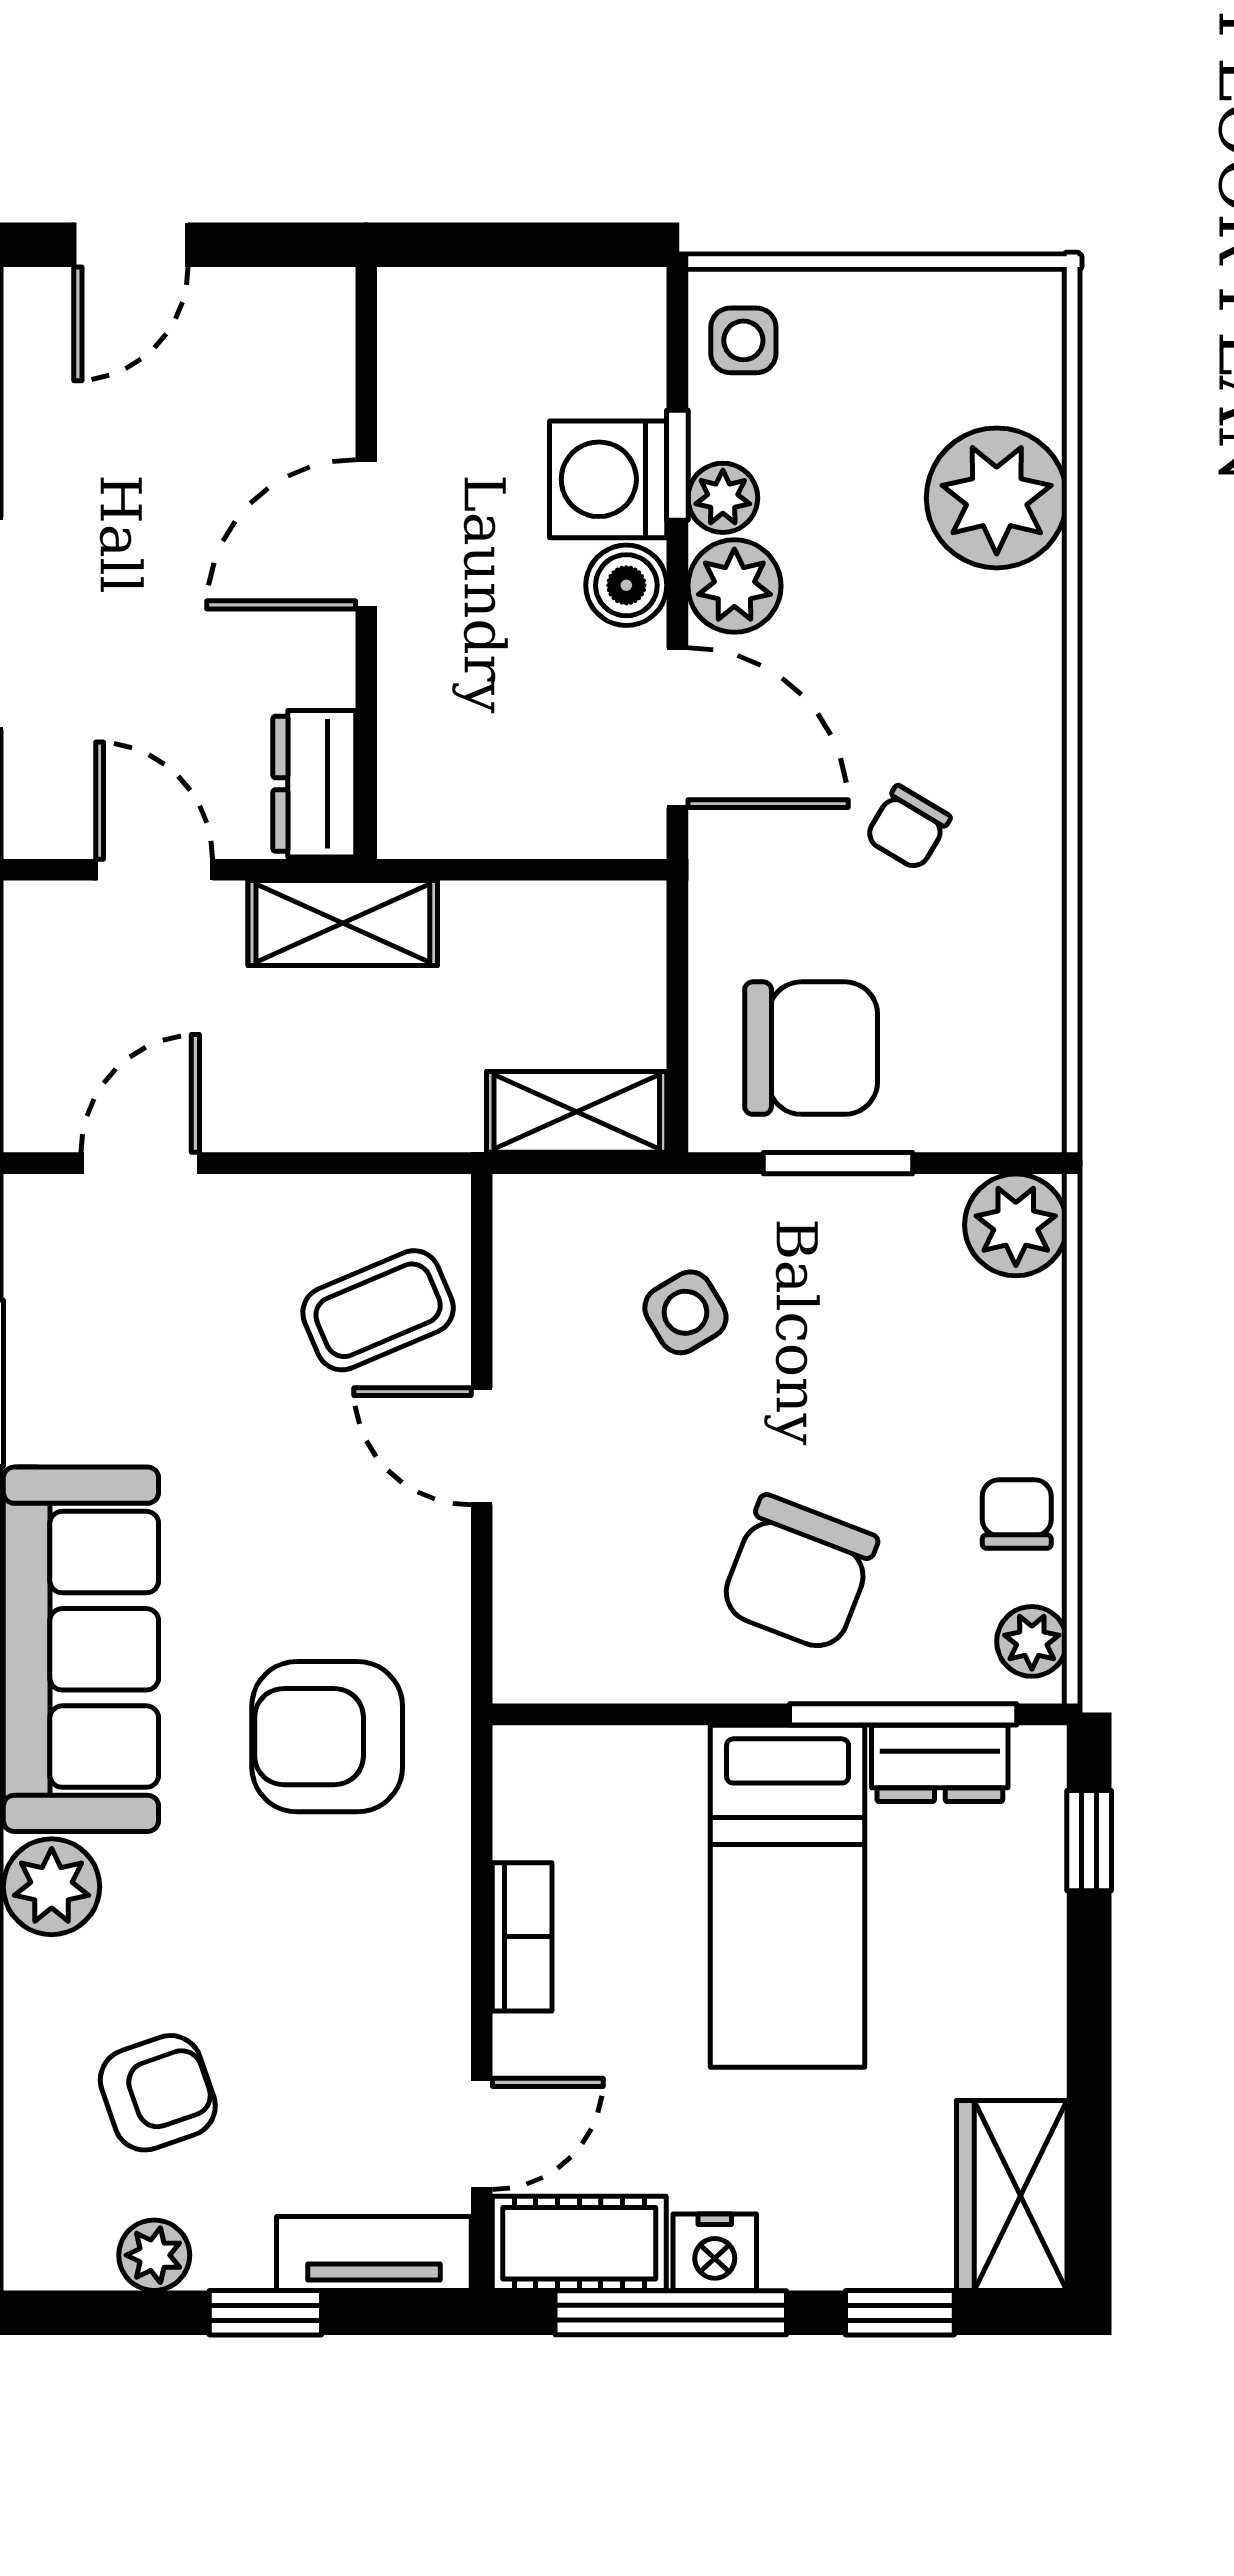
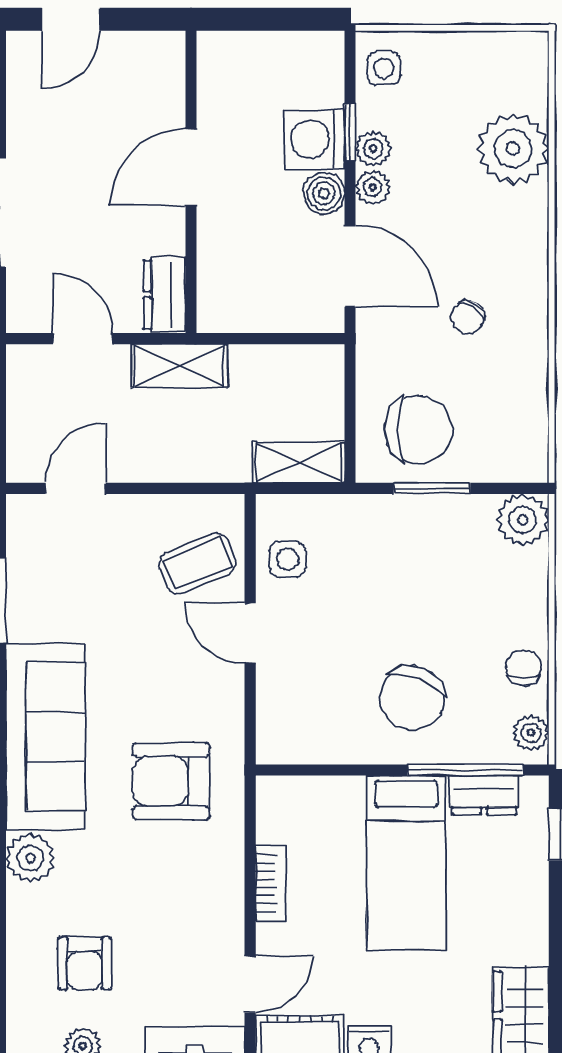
plant: (734, 586) -> (373, 187), width x0.73, depth x0.73
side table: (685, 1312) -> (288, 559), moved, turned 31
armchair: (158, 2093) -> (85, 963), turned 109

